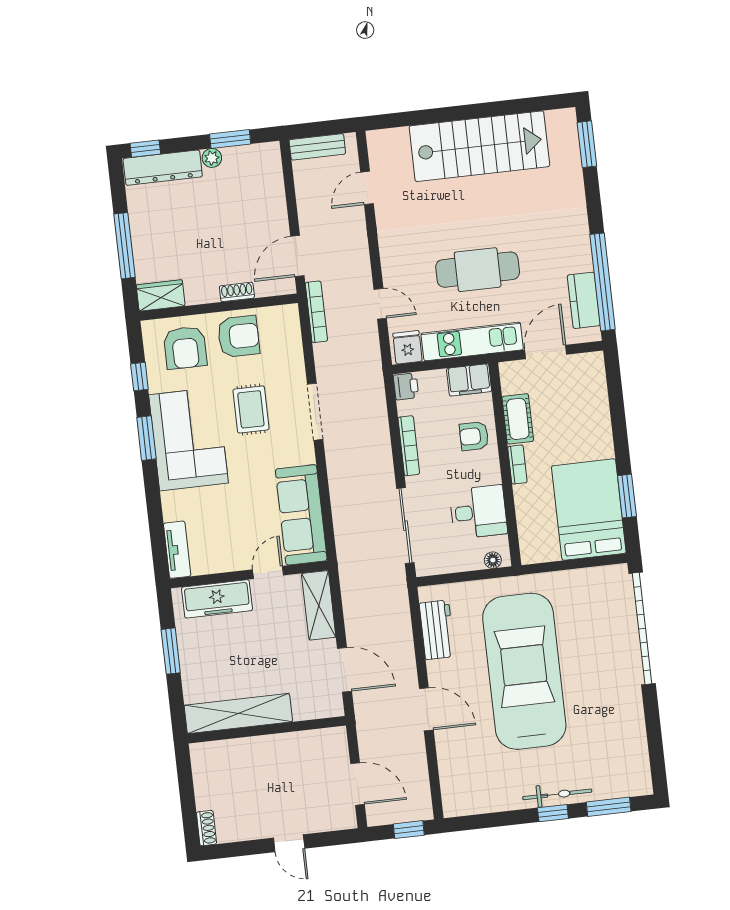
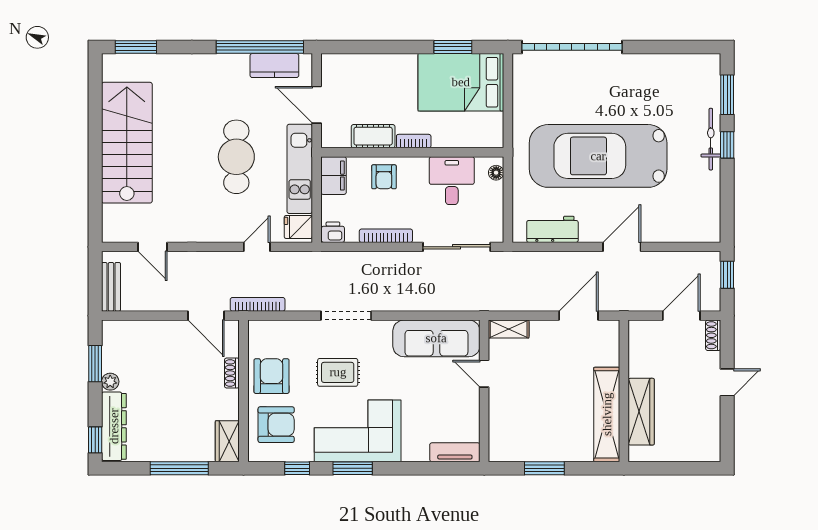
freezer: (217, 599) -> (503, 422), removed
shelving: (319, 605) -> (509, 329), width x0.67, depth x0.75
wardrobe: (246, 751) -> (641, 412), added
shoe rack: (206, 828) -> (713, 335), moved, turned -90

